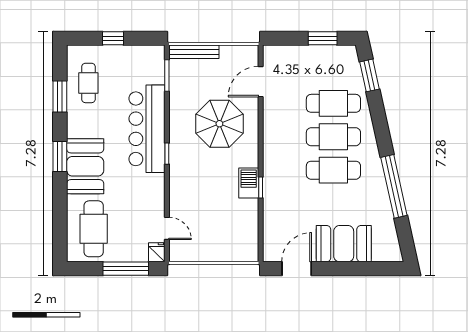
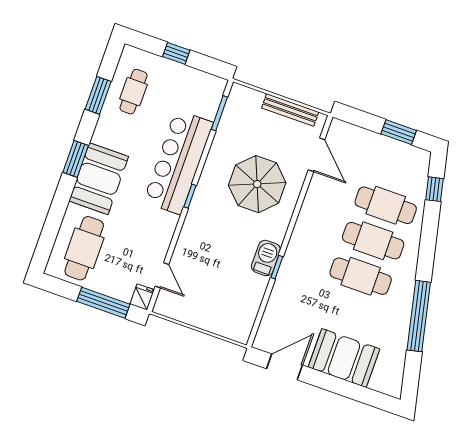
bench: (194, 52) -> (290, 110), moved
window: (369, 75) -> (434, 189), width x0.67
door: (261, 82) -> (317, 155), swing flipped

